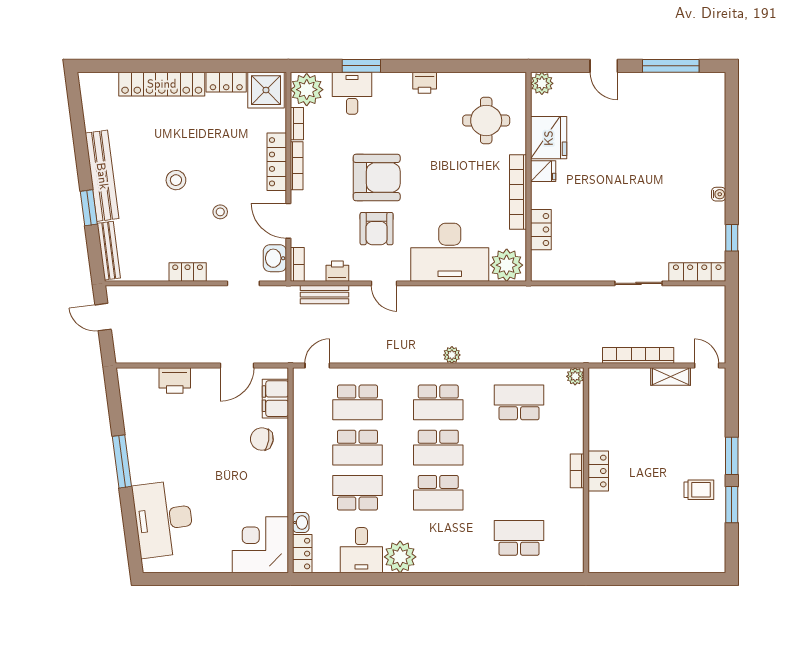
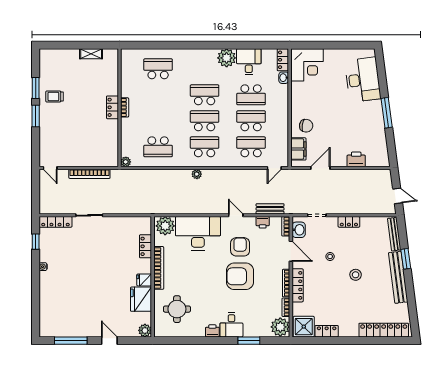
locker: (162, 84) -> (384, 330), moved
desk: (352, 93) -> (231, 325), moved
shelving: (671, 376) -> (91, 54), moved
school desk: (519, 538) -> (158, 69), turned 180

